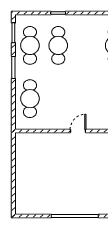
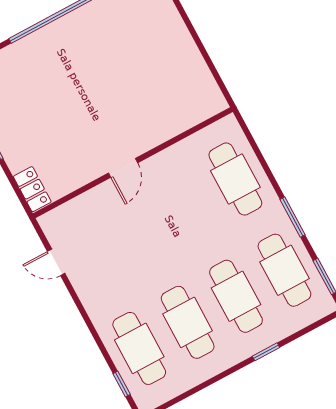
cafe table: (86, 45) -> (188, 322), added

